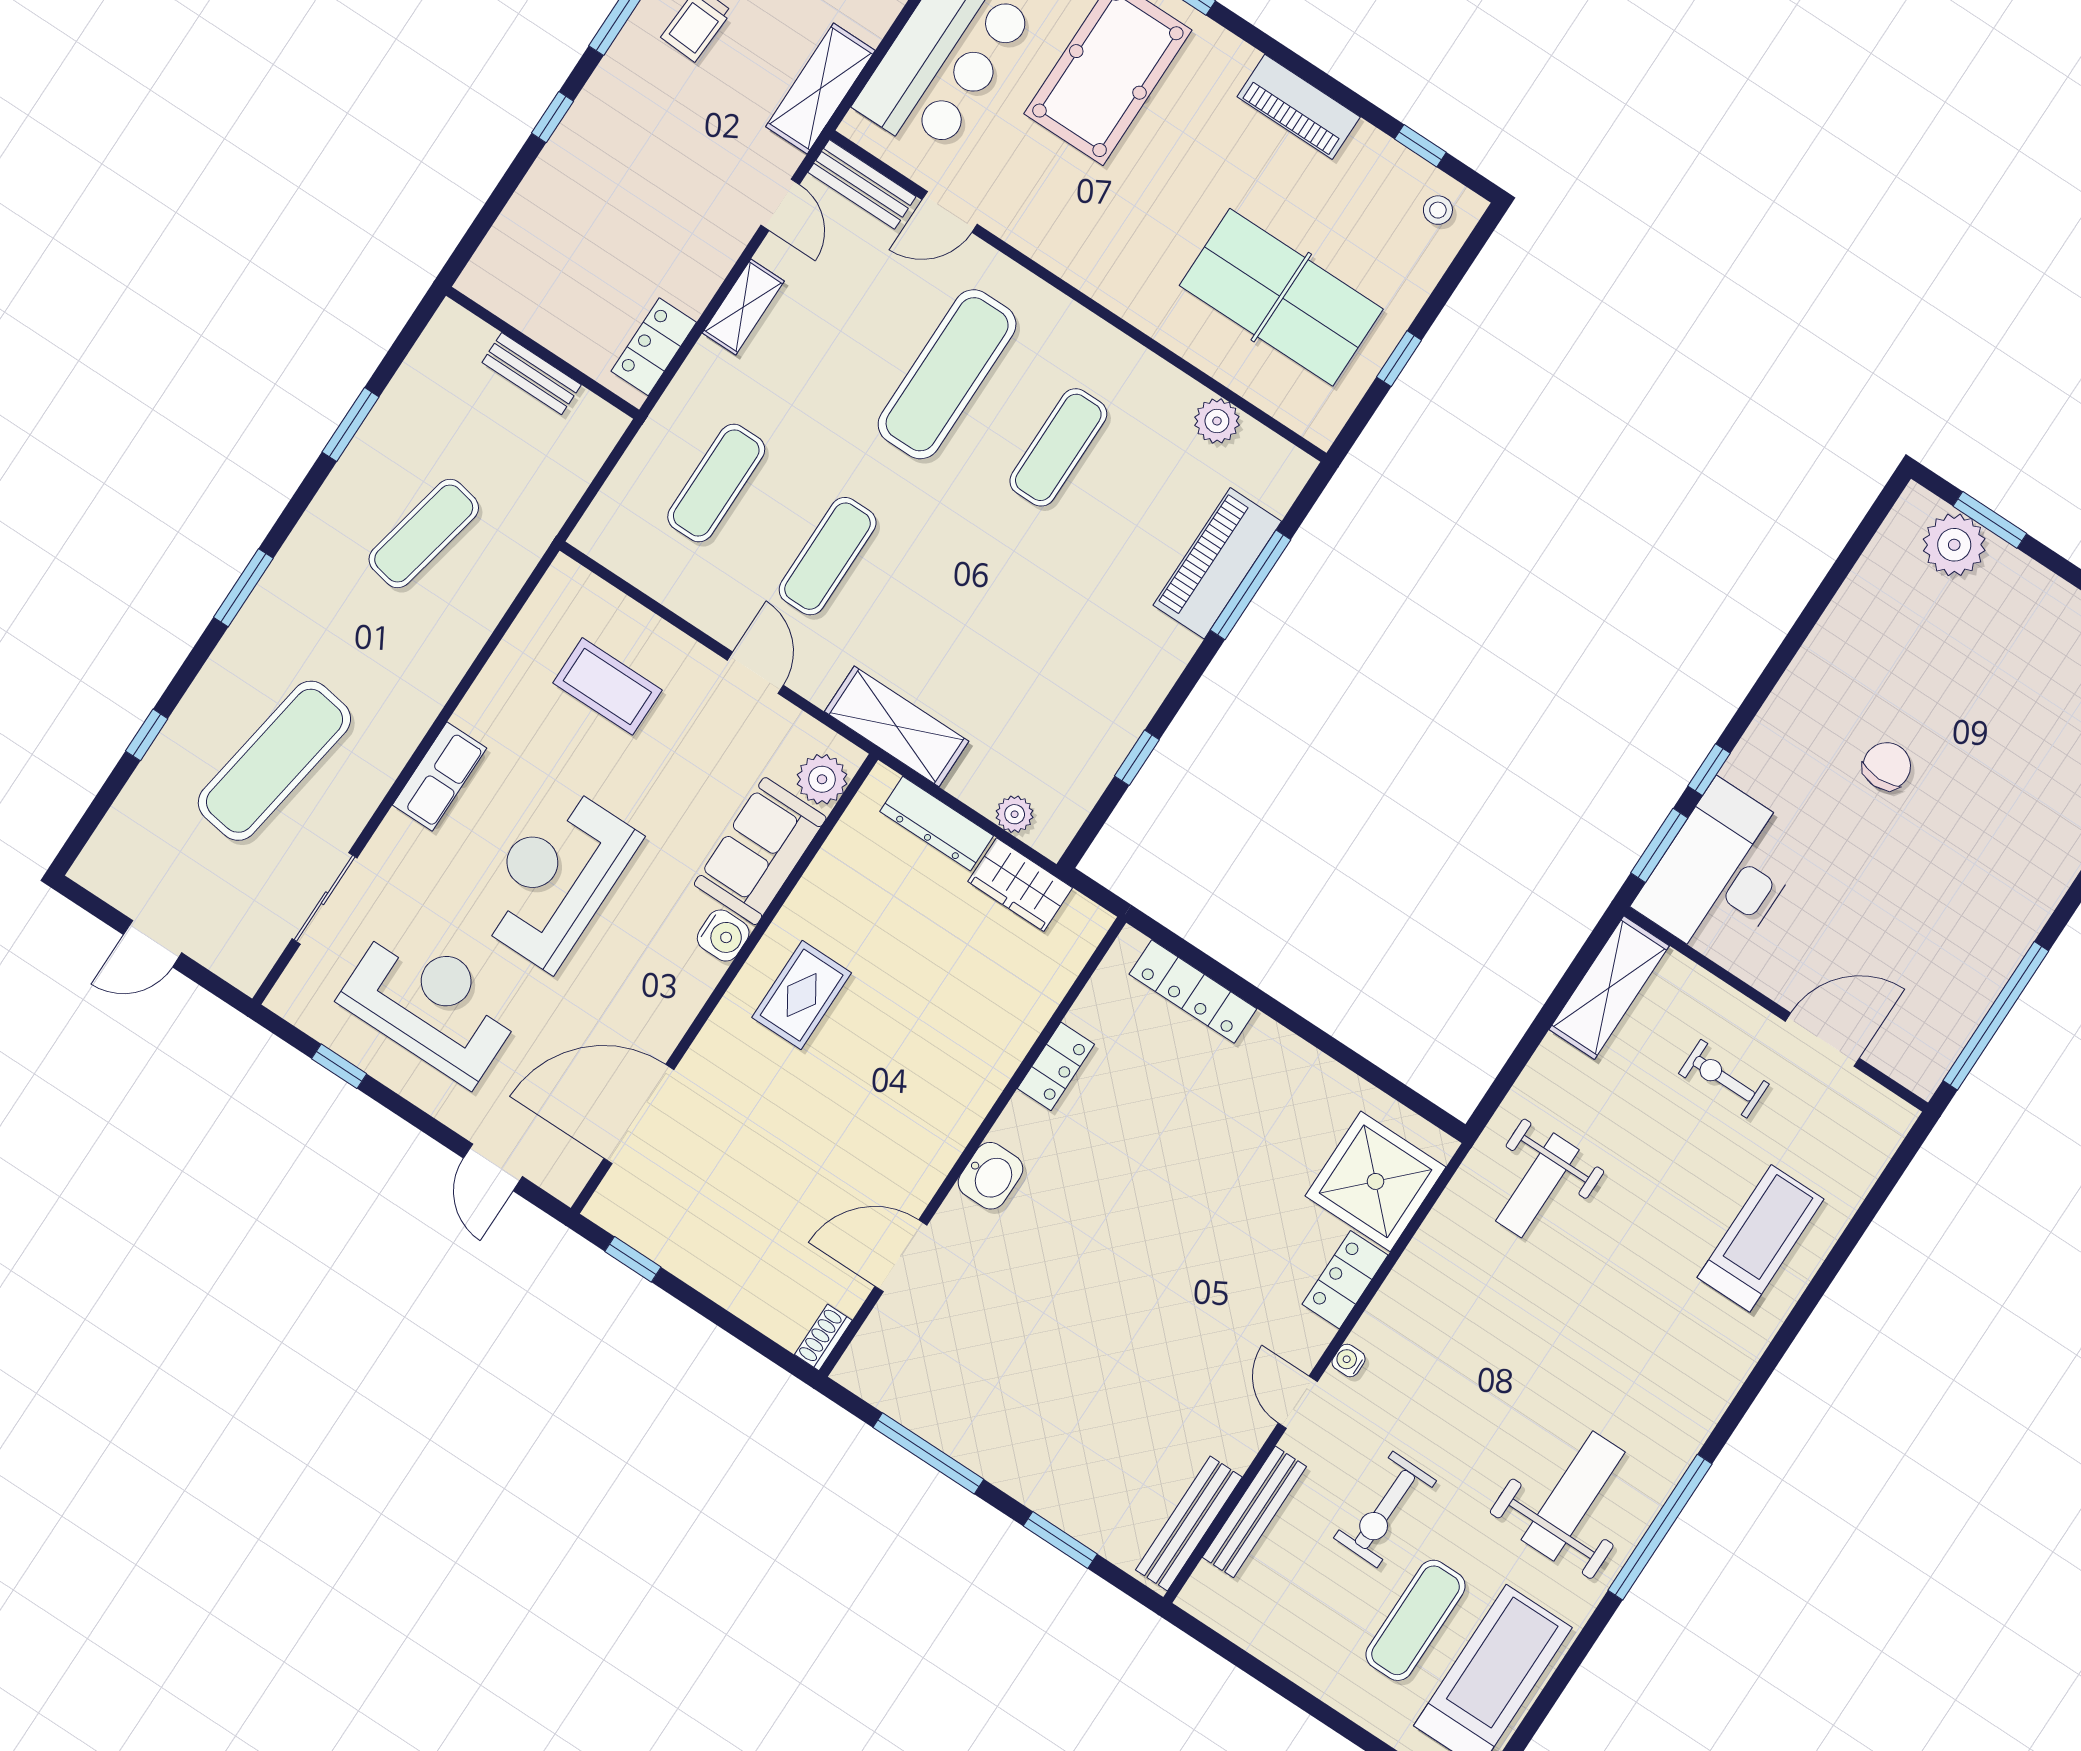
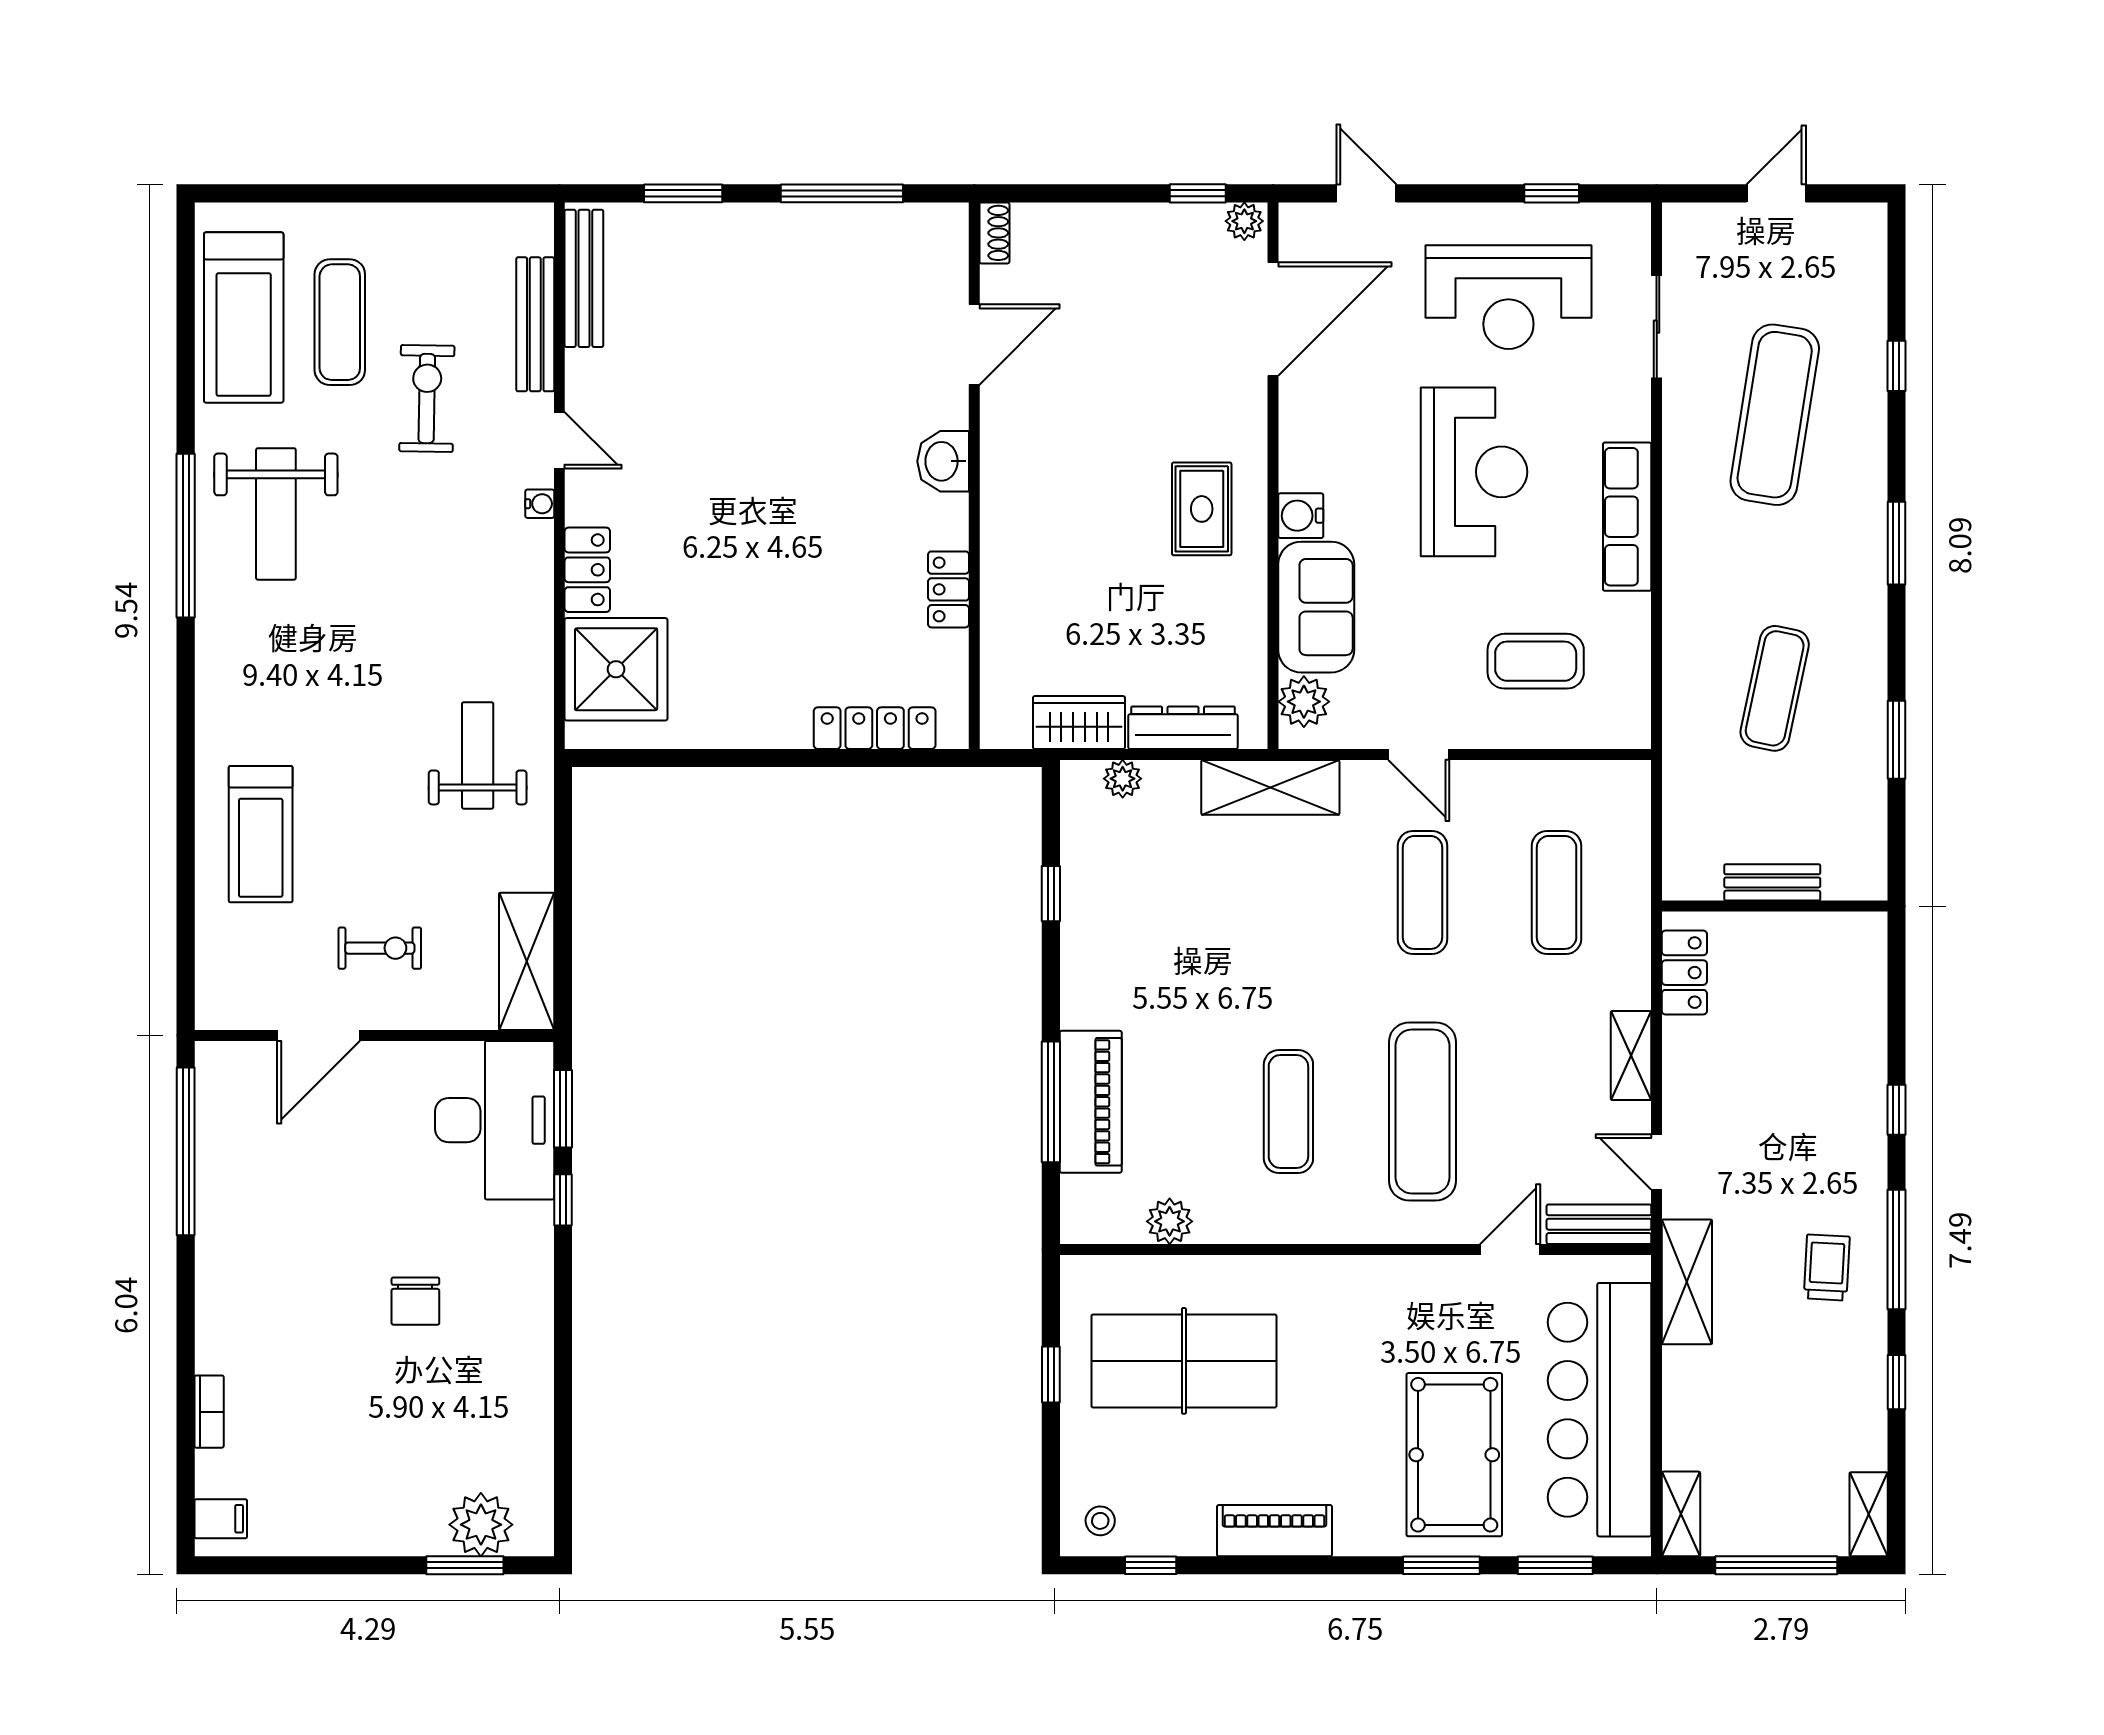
row of seats: (440, 776) -> (1627, 517), width x1.48
plant: (609, 1211) -> (1244, 221), added

